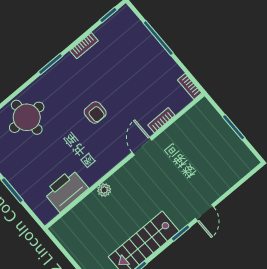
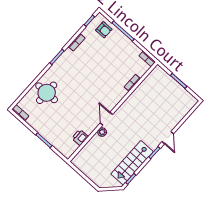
armchair: (95, 112) -> (104, 30), moved
door: (142, 146) -> (106, 119), moved
printer: (66, 190) -> (80, 137), width x0.53, depth x0.68

